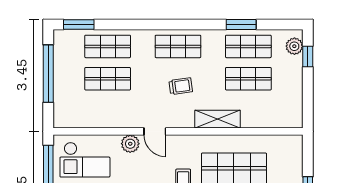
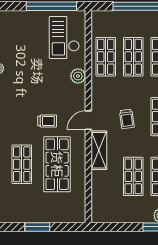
shop shelf: (108, 111) -> (106, 57), added
door: (155, 131) -> (88, 120), moved

